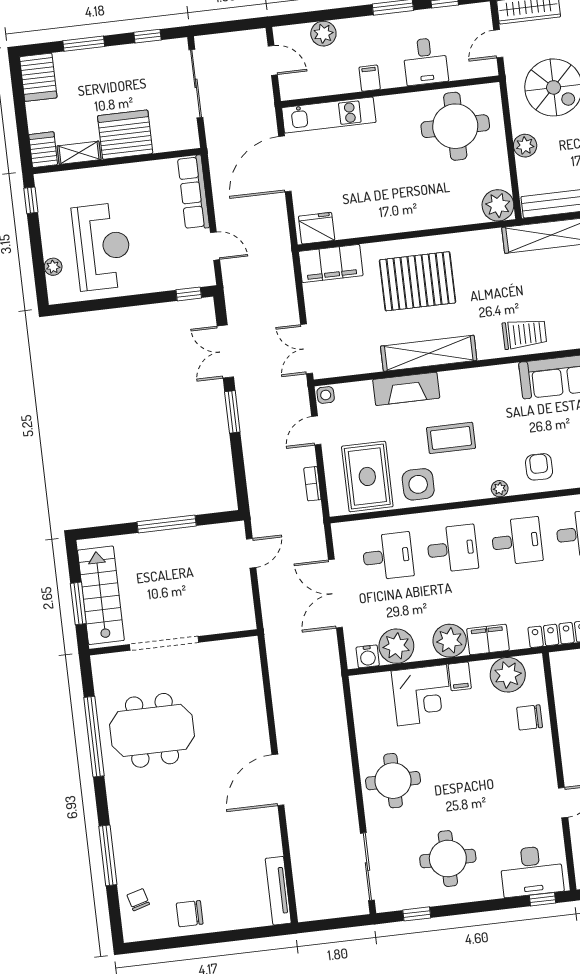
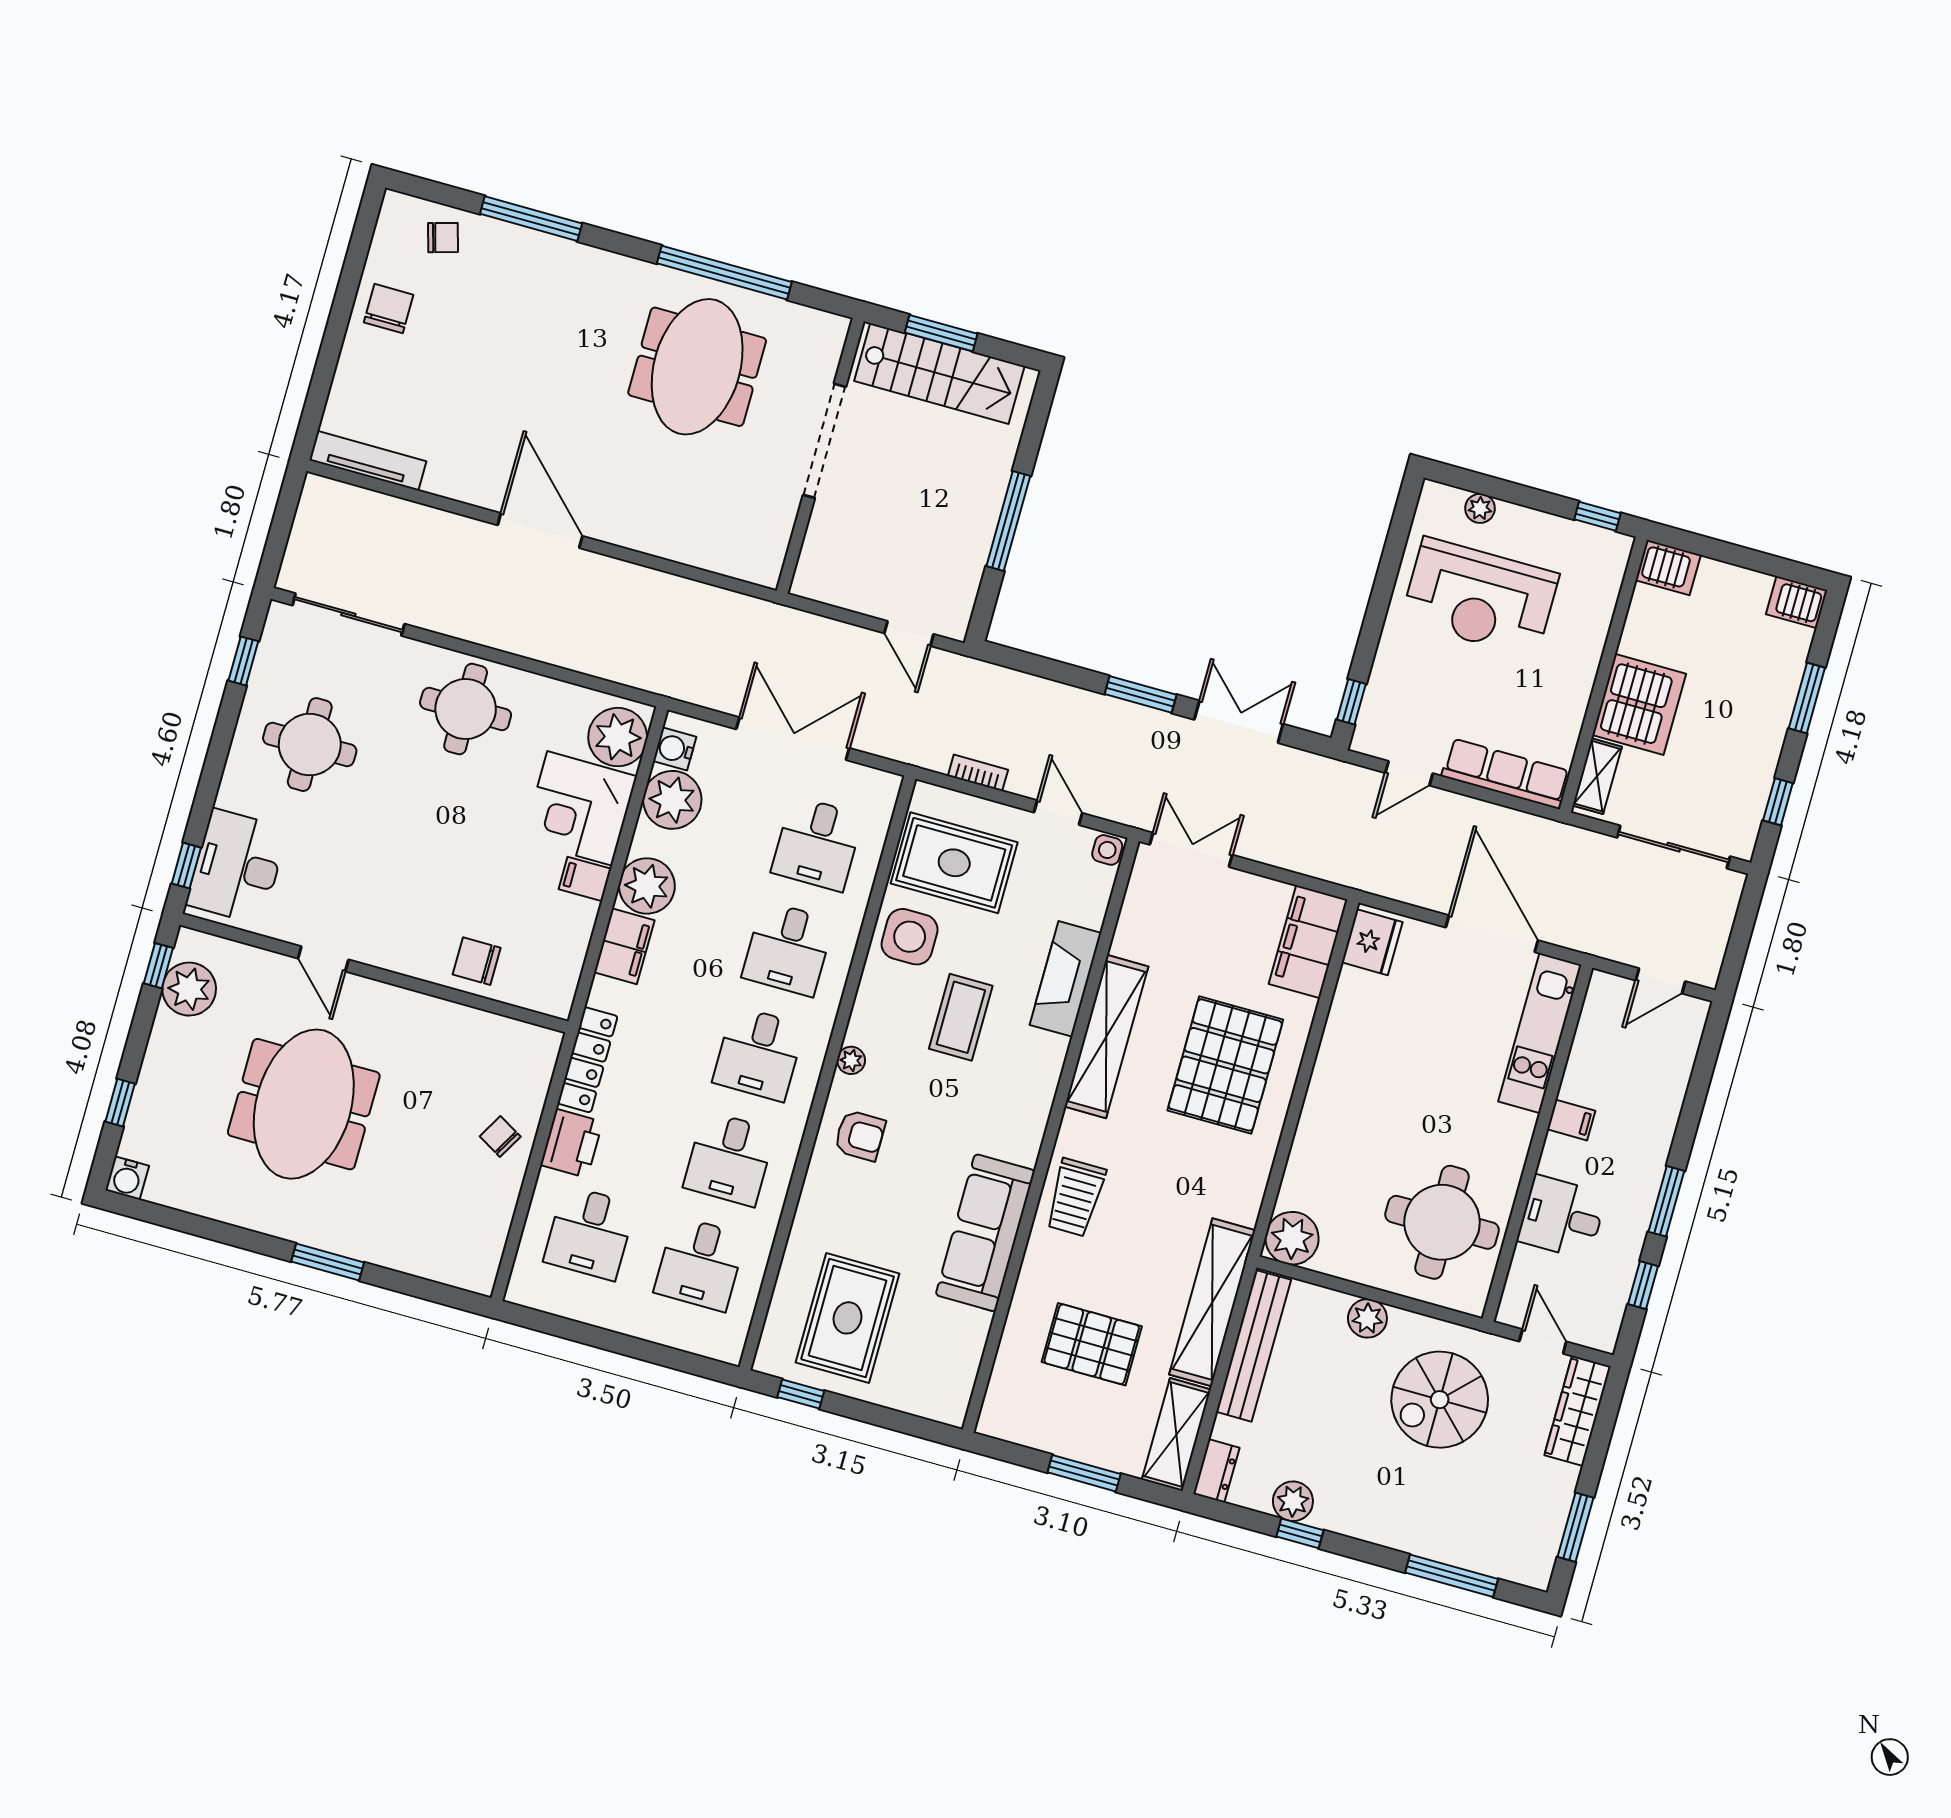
plant: (323, 34) -> (1670, 1077), removed
server rack: (38, 77) -> (1797, 602), width x0.73, depth x0.70
shelving: (79, 153) -> (1597, 776), moved
plant: (508, 675) -> (618, 737), moved
chair: (530, 717) -> (477, 961), turned -90

